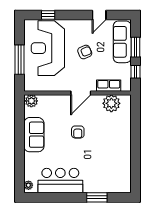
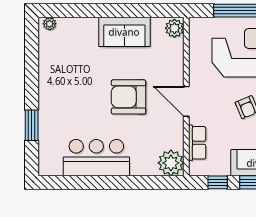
plant: (111, 103) -> (171, 163), moved
armchair: (78, 132) -> (128, 97), width x1.88, depth x1.88
bar counter: (60, 181) -> (96, 158), moved, turned -90

